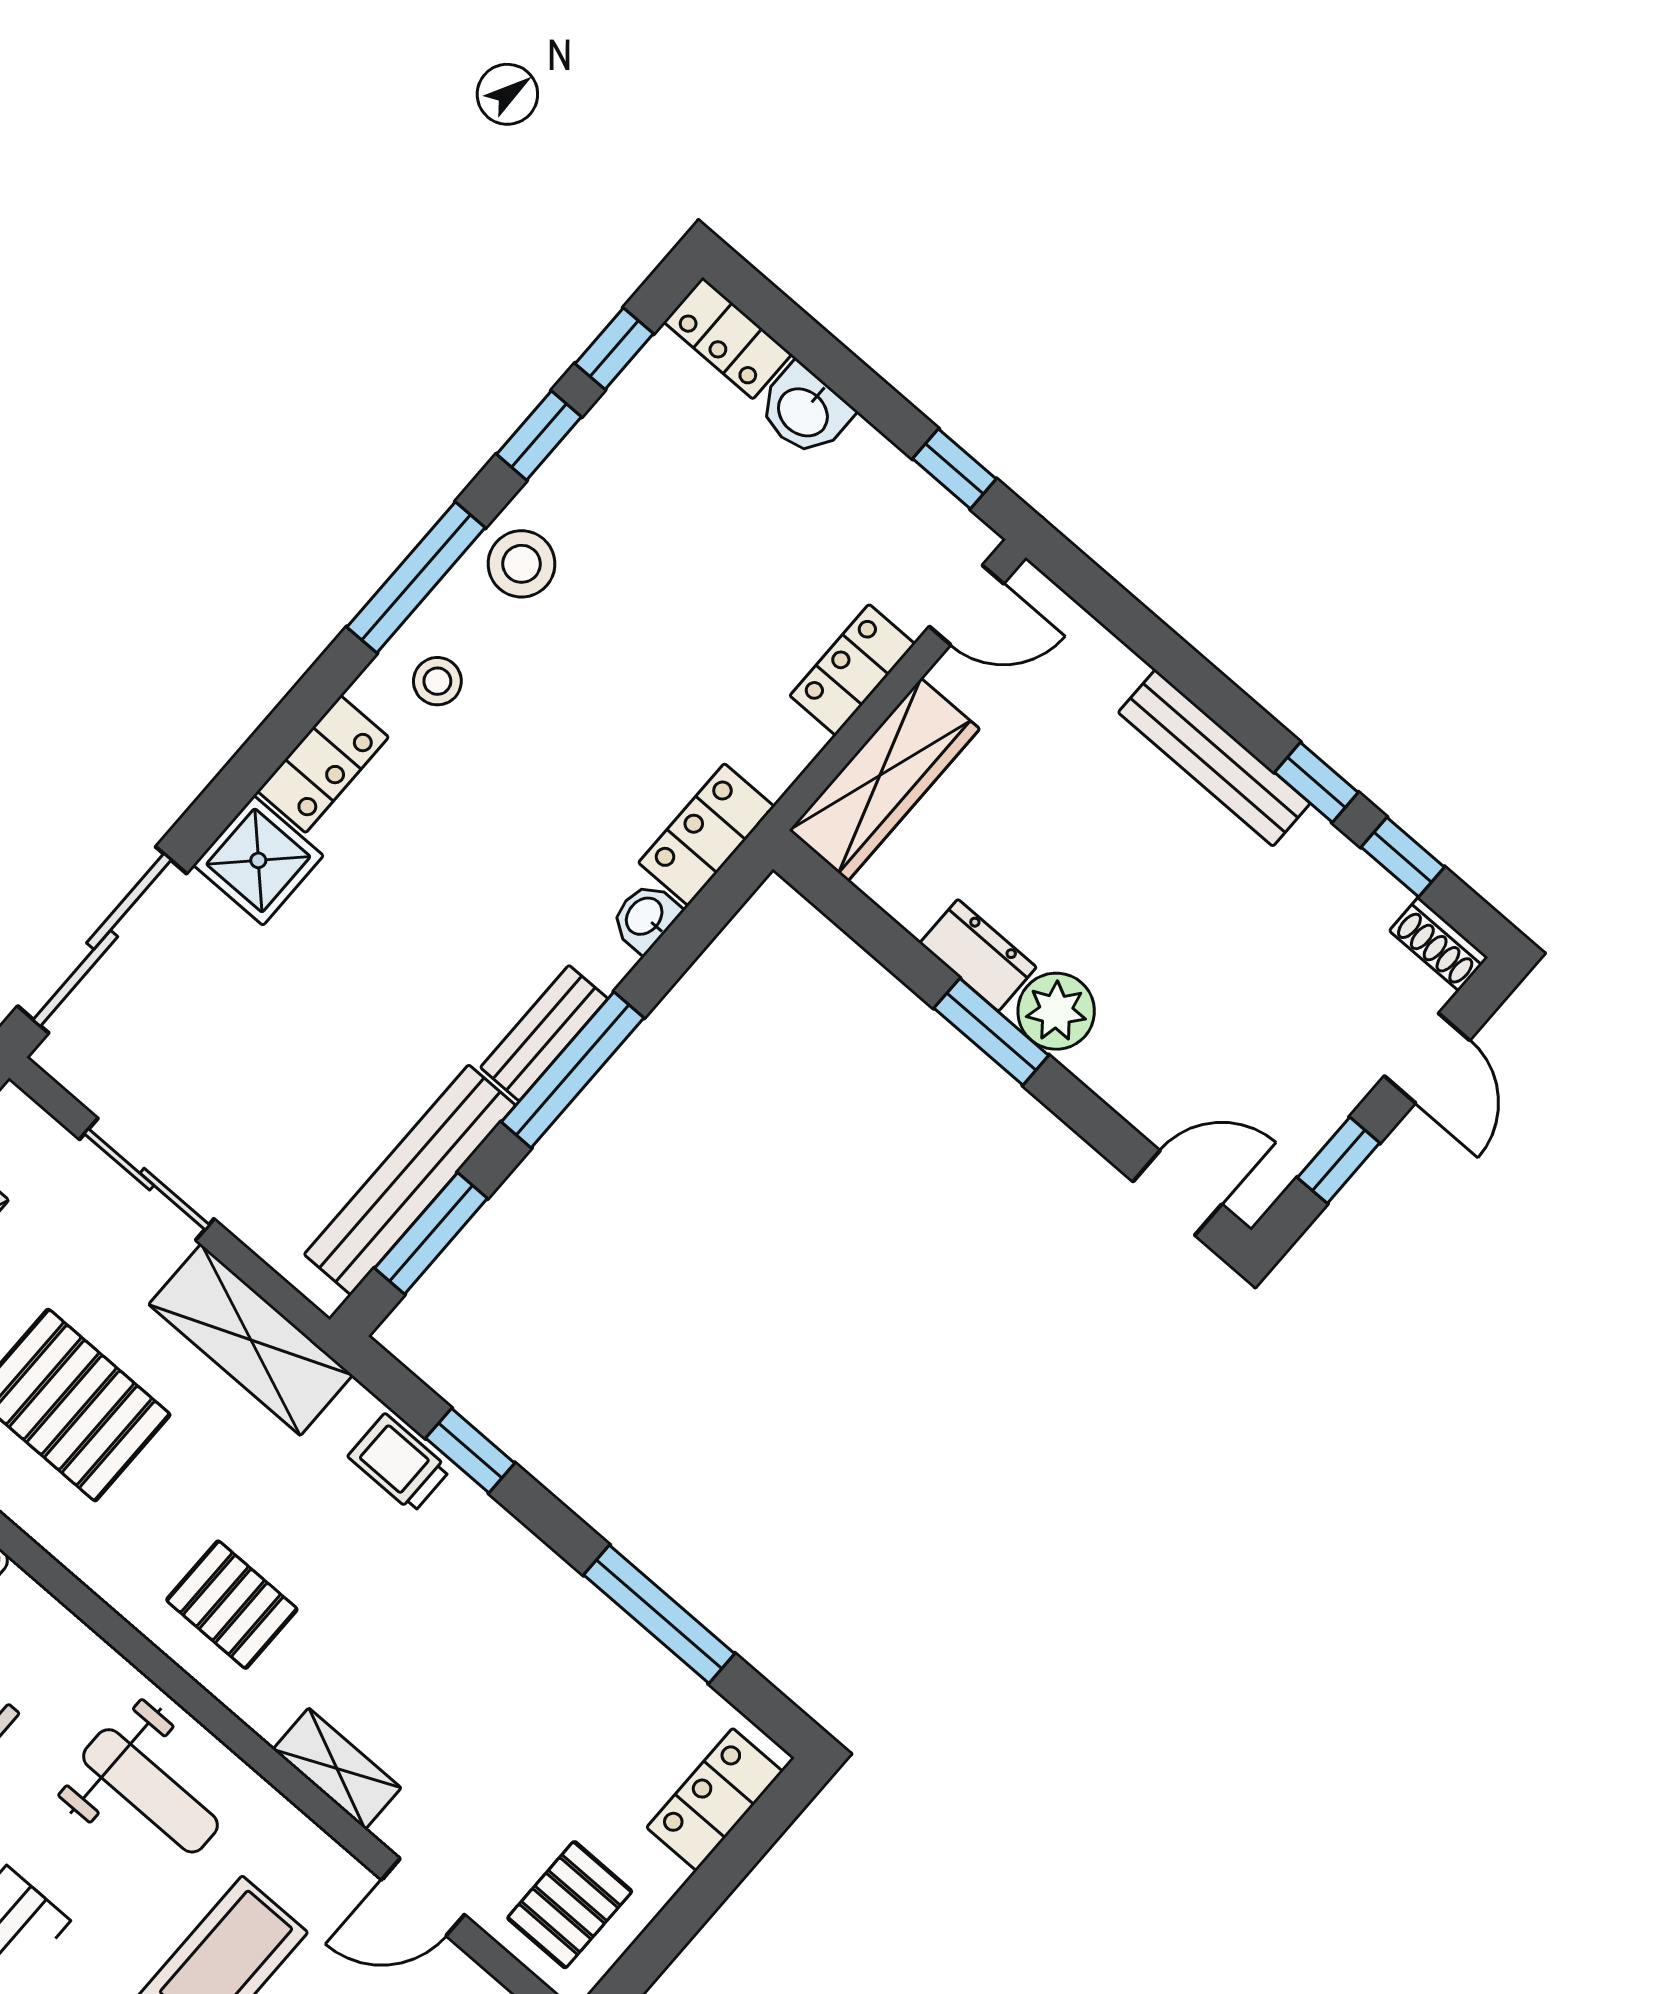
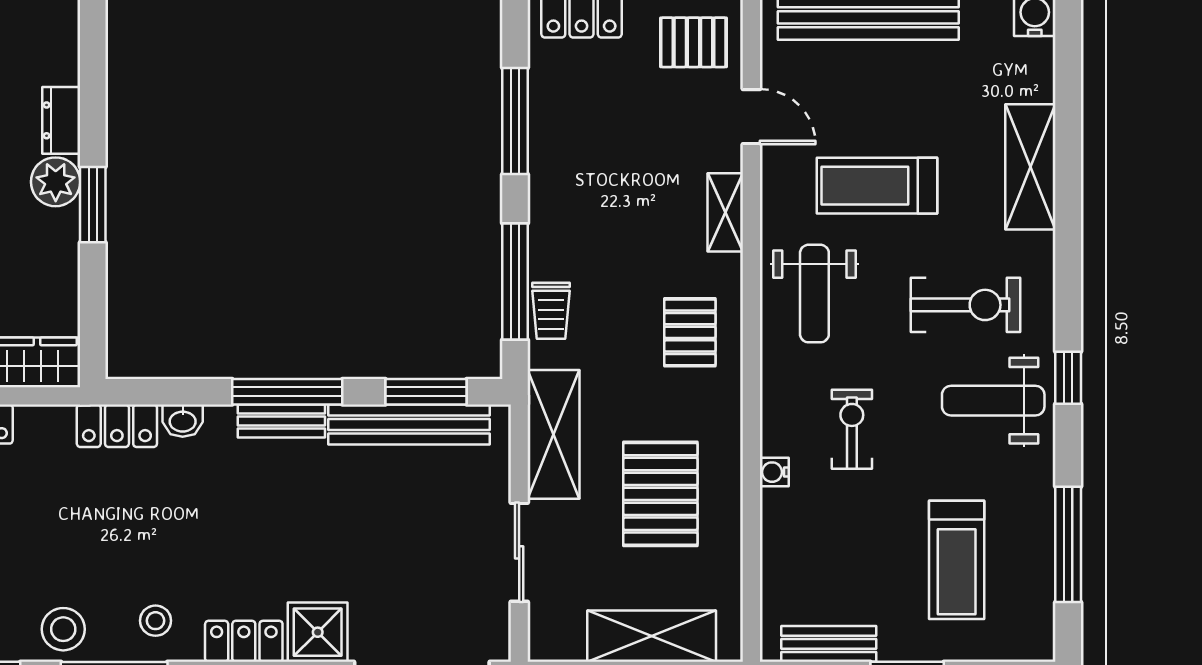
dresser: (978, 955) -> (61, 120), moved
door: (1177, 1193) -> (93, 47), removed
window: (470, 1451) -> (515, 281), width x2.17
weight bench: (150, 1791) -> (814, 294), turned 180

